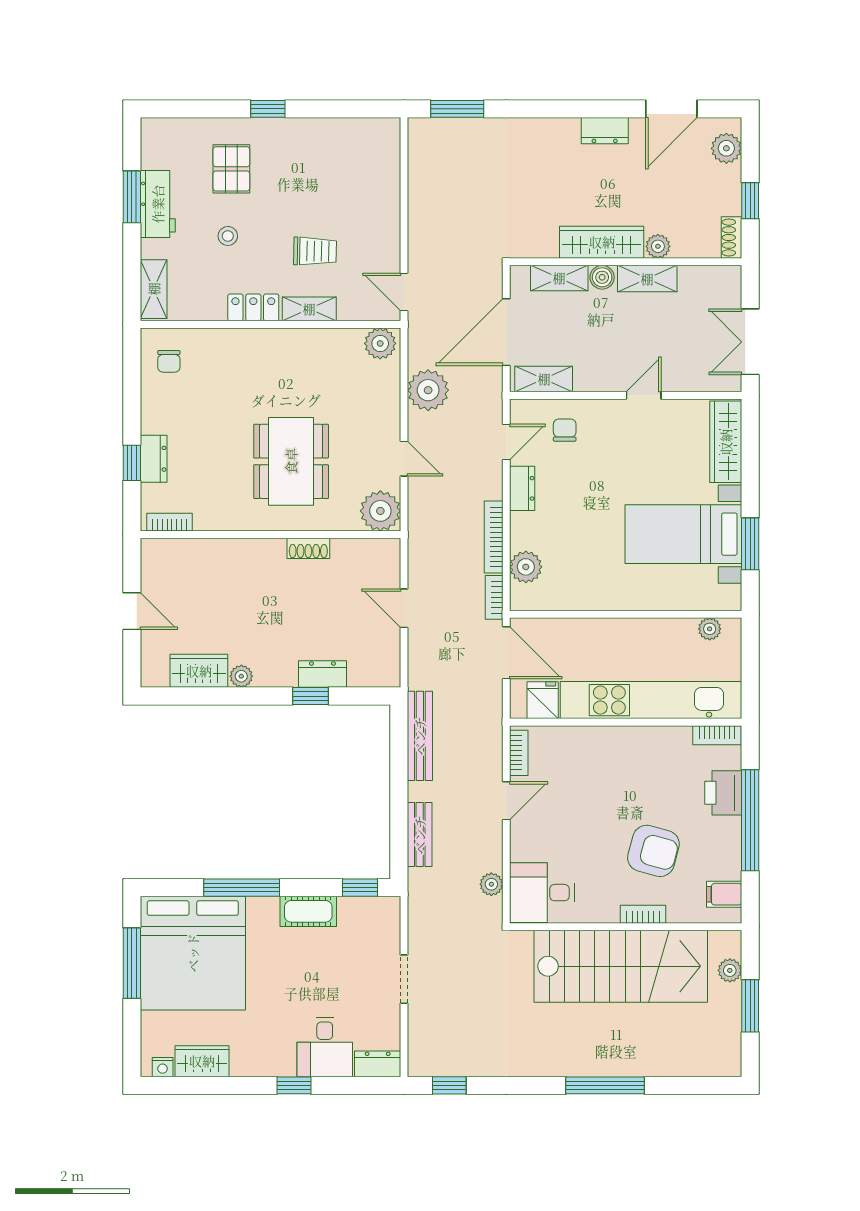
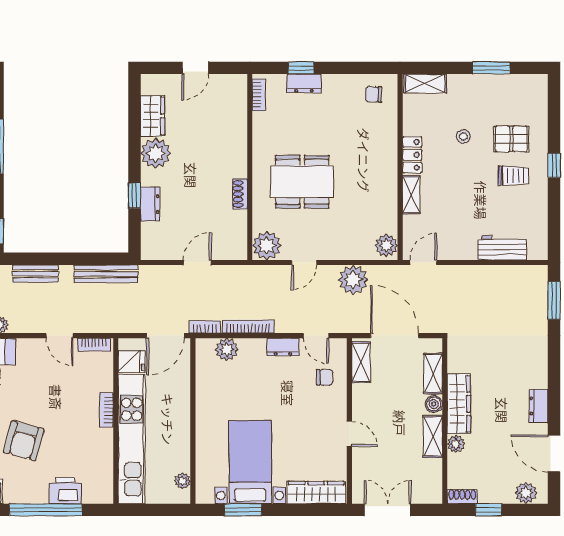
workbench: (158, 204) -> (502, 248), moved, turned 180
trolley: (315, 251) -> (514, 176), moved, turned -91
plant: (241, 676) -> (156, 153), width x1.87, depth x1.87
bookcase: (717, 735) -> (106, 410), moved

